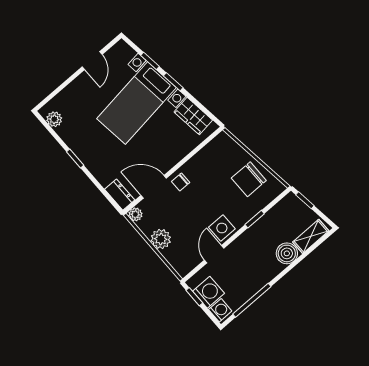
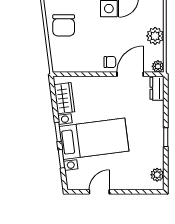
chair: (249, 179) -> (64, 25), turned 90
door: (154, 187) -> (130, 74), swing flipped

